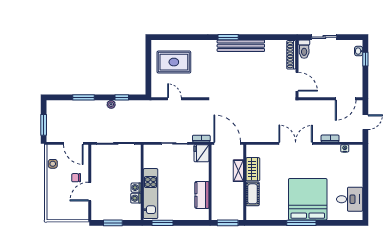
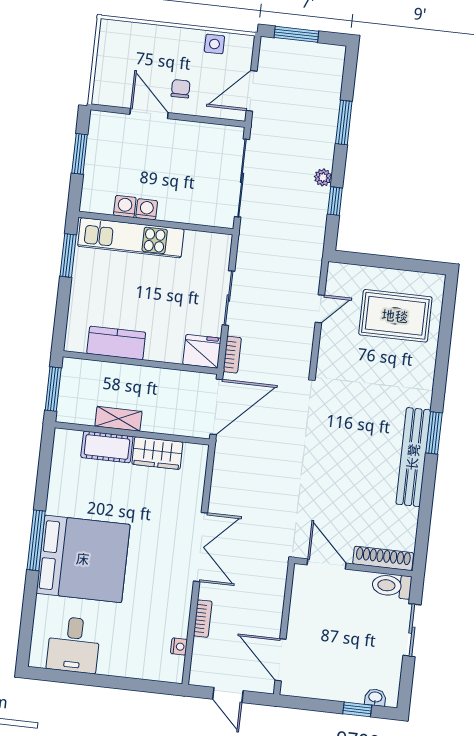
rug: (174, 62) -> (395, 316), turned 90
door: (297, 82) -> (327, 564), swing flipped
shelving: (238, 171) -> (118, 419), moved

